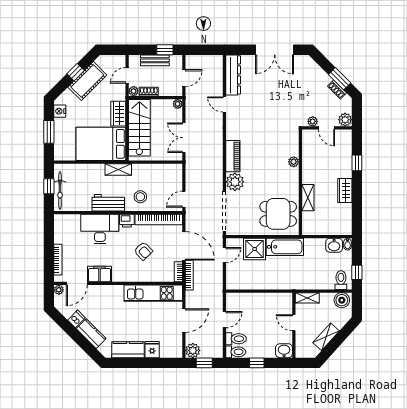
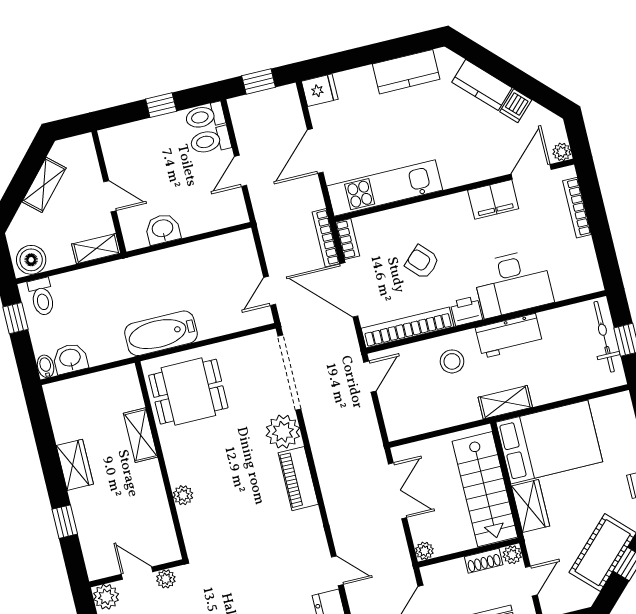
shower: (255, 249) -> (216, 316), removed
fridge: (152, 350) -> (320, 90), moved, turned -90
plant: (193, 350) -> (285, 99), removed
washbasin: (284, 351) -> (163, 229), moved, turned 180

